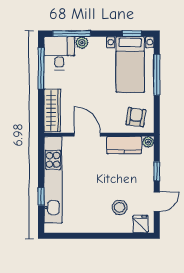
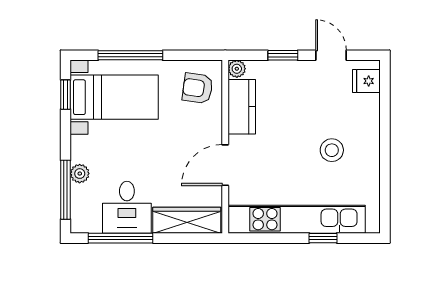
desk: (59, 53) -> (127, 207), moved, turned -90
stool: (120, 207) -> (332, 150), moved

